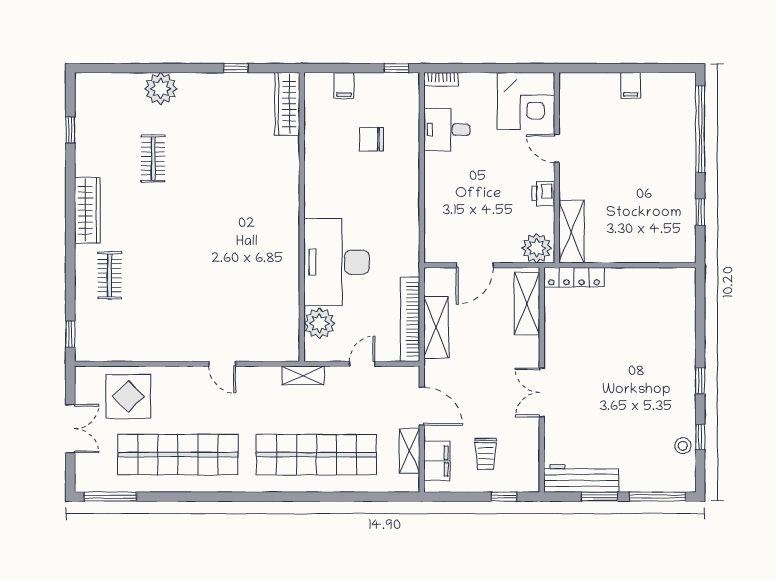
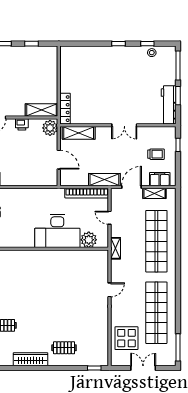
shelving: (436, 327) -> (104, 180), moved

